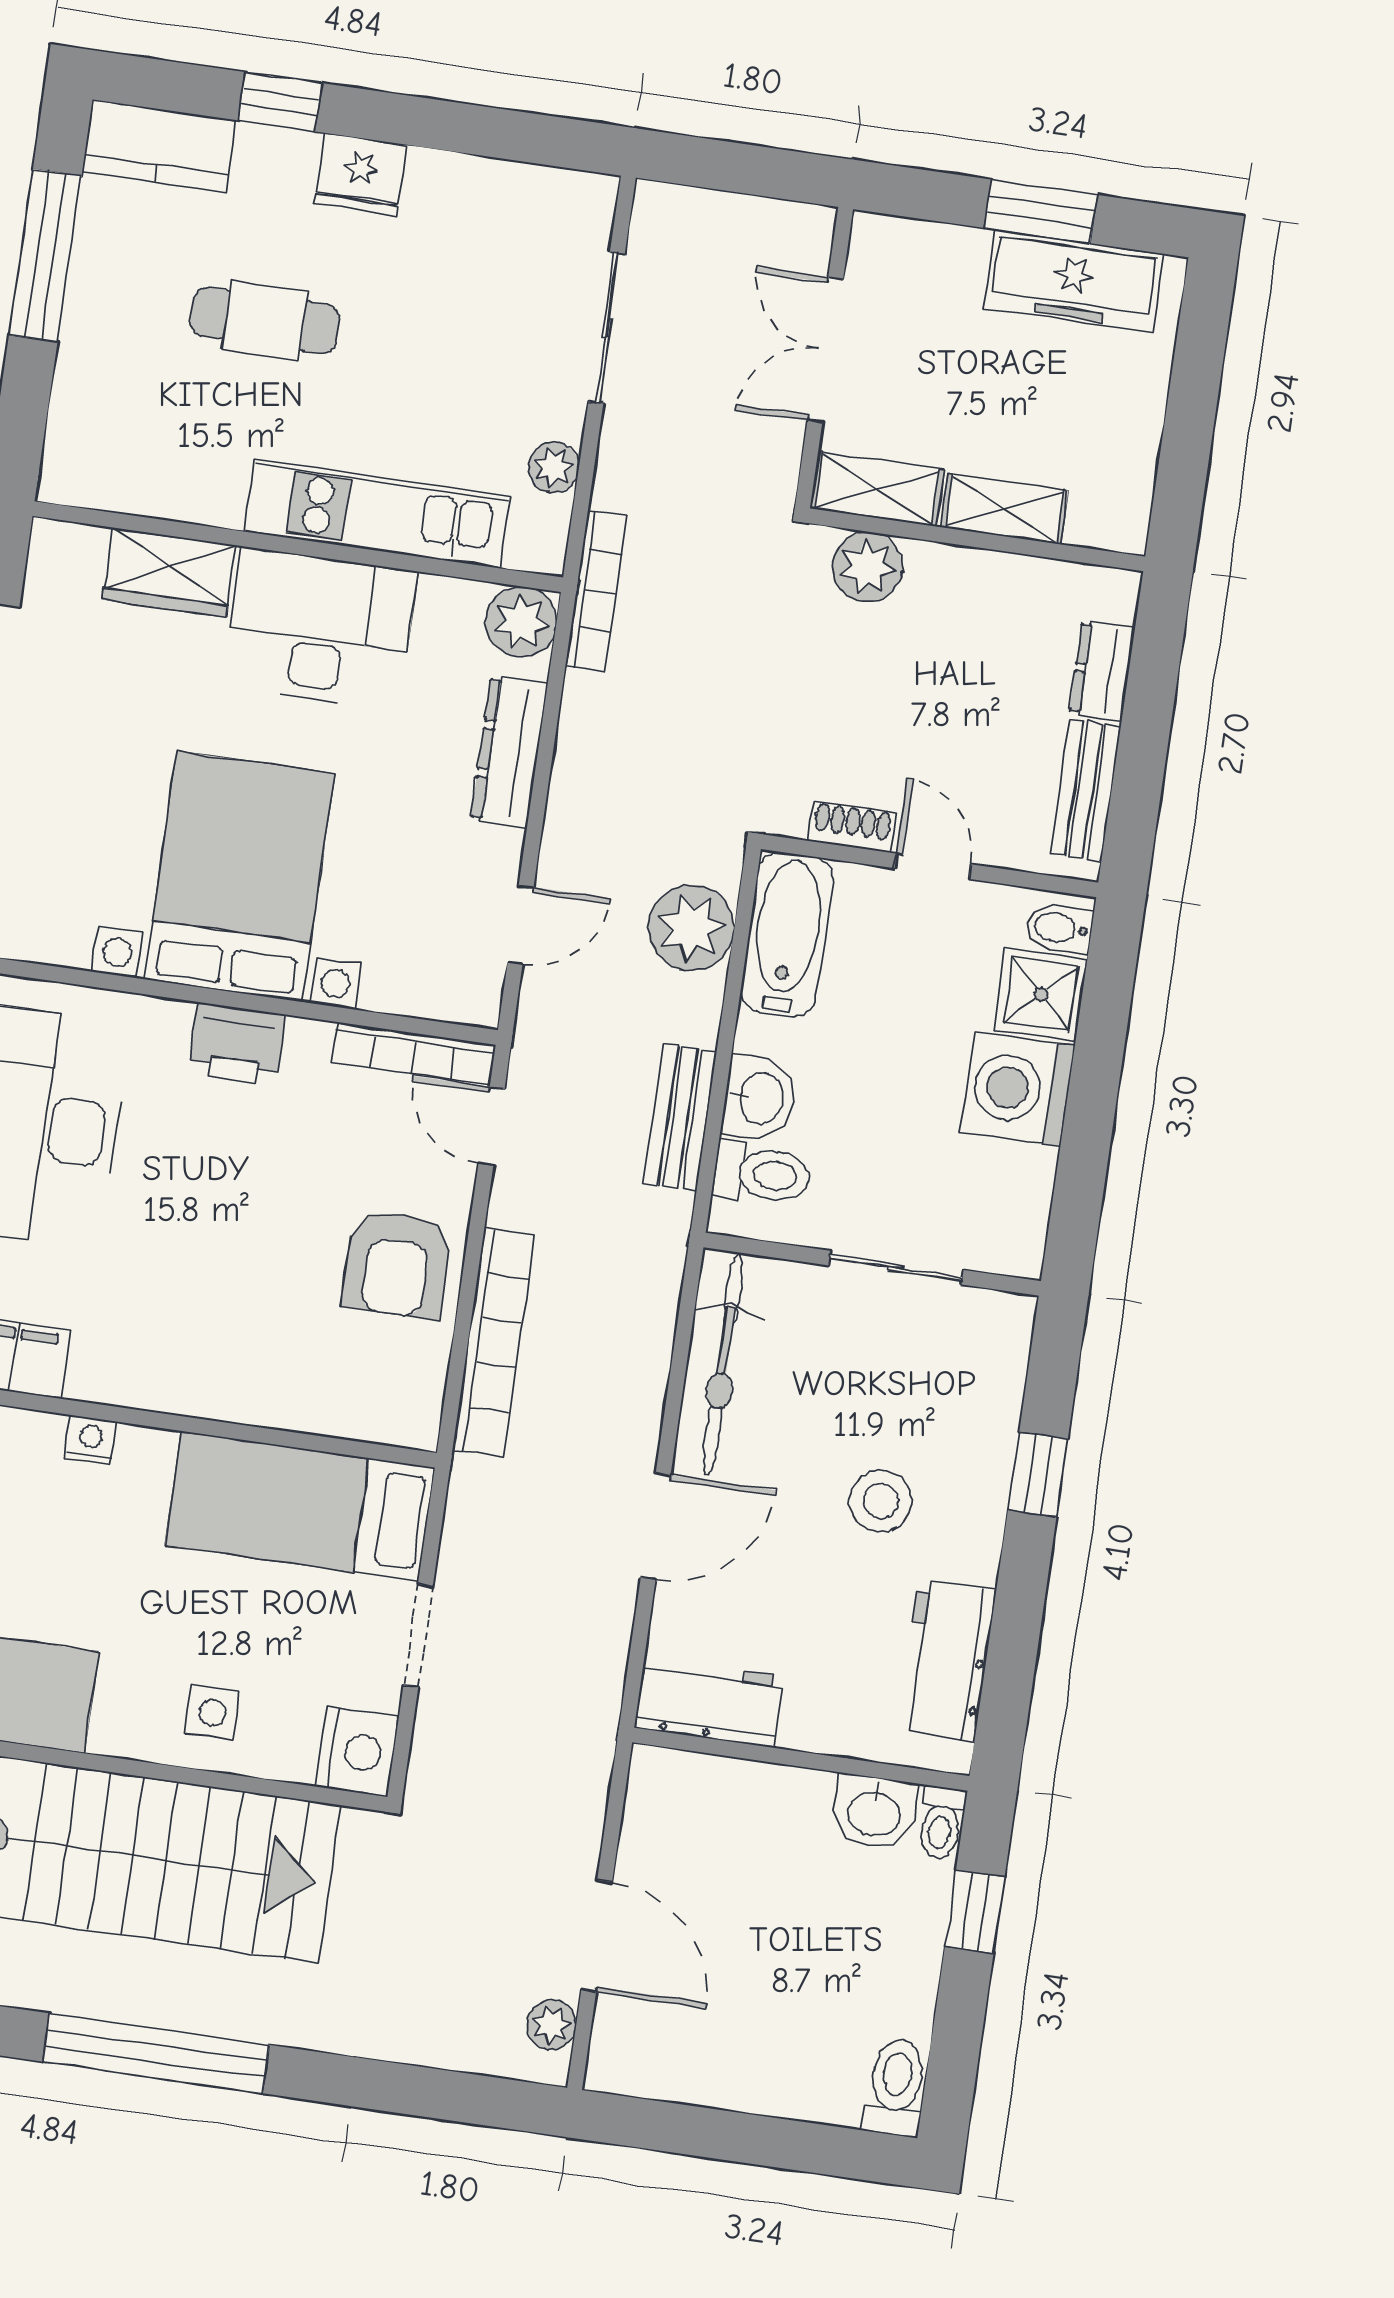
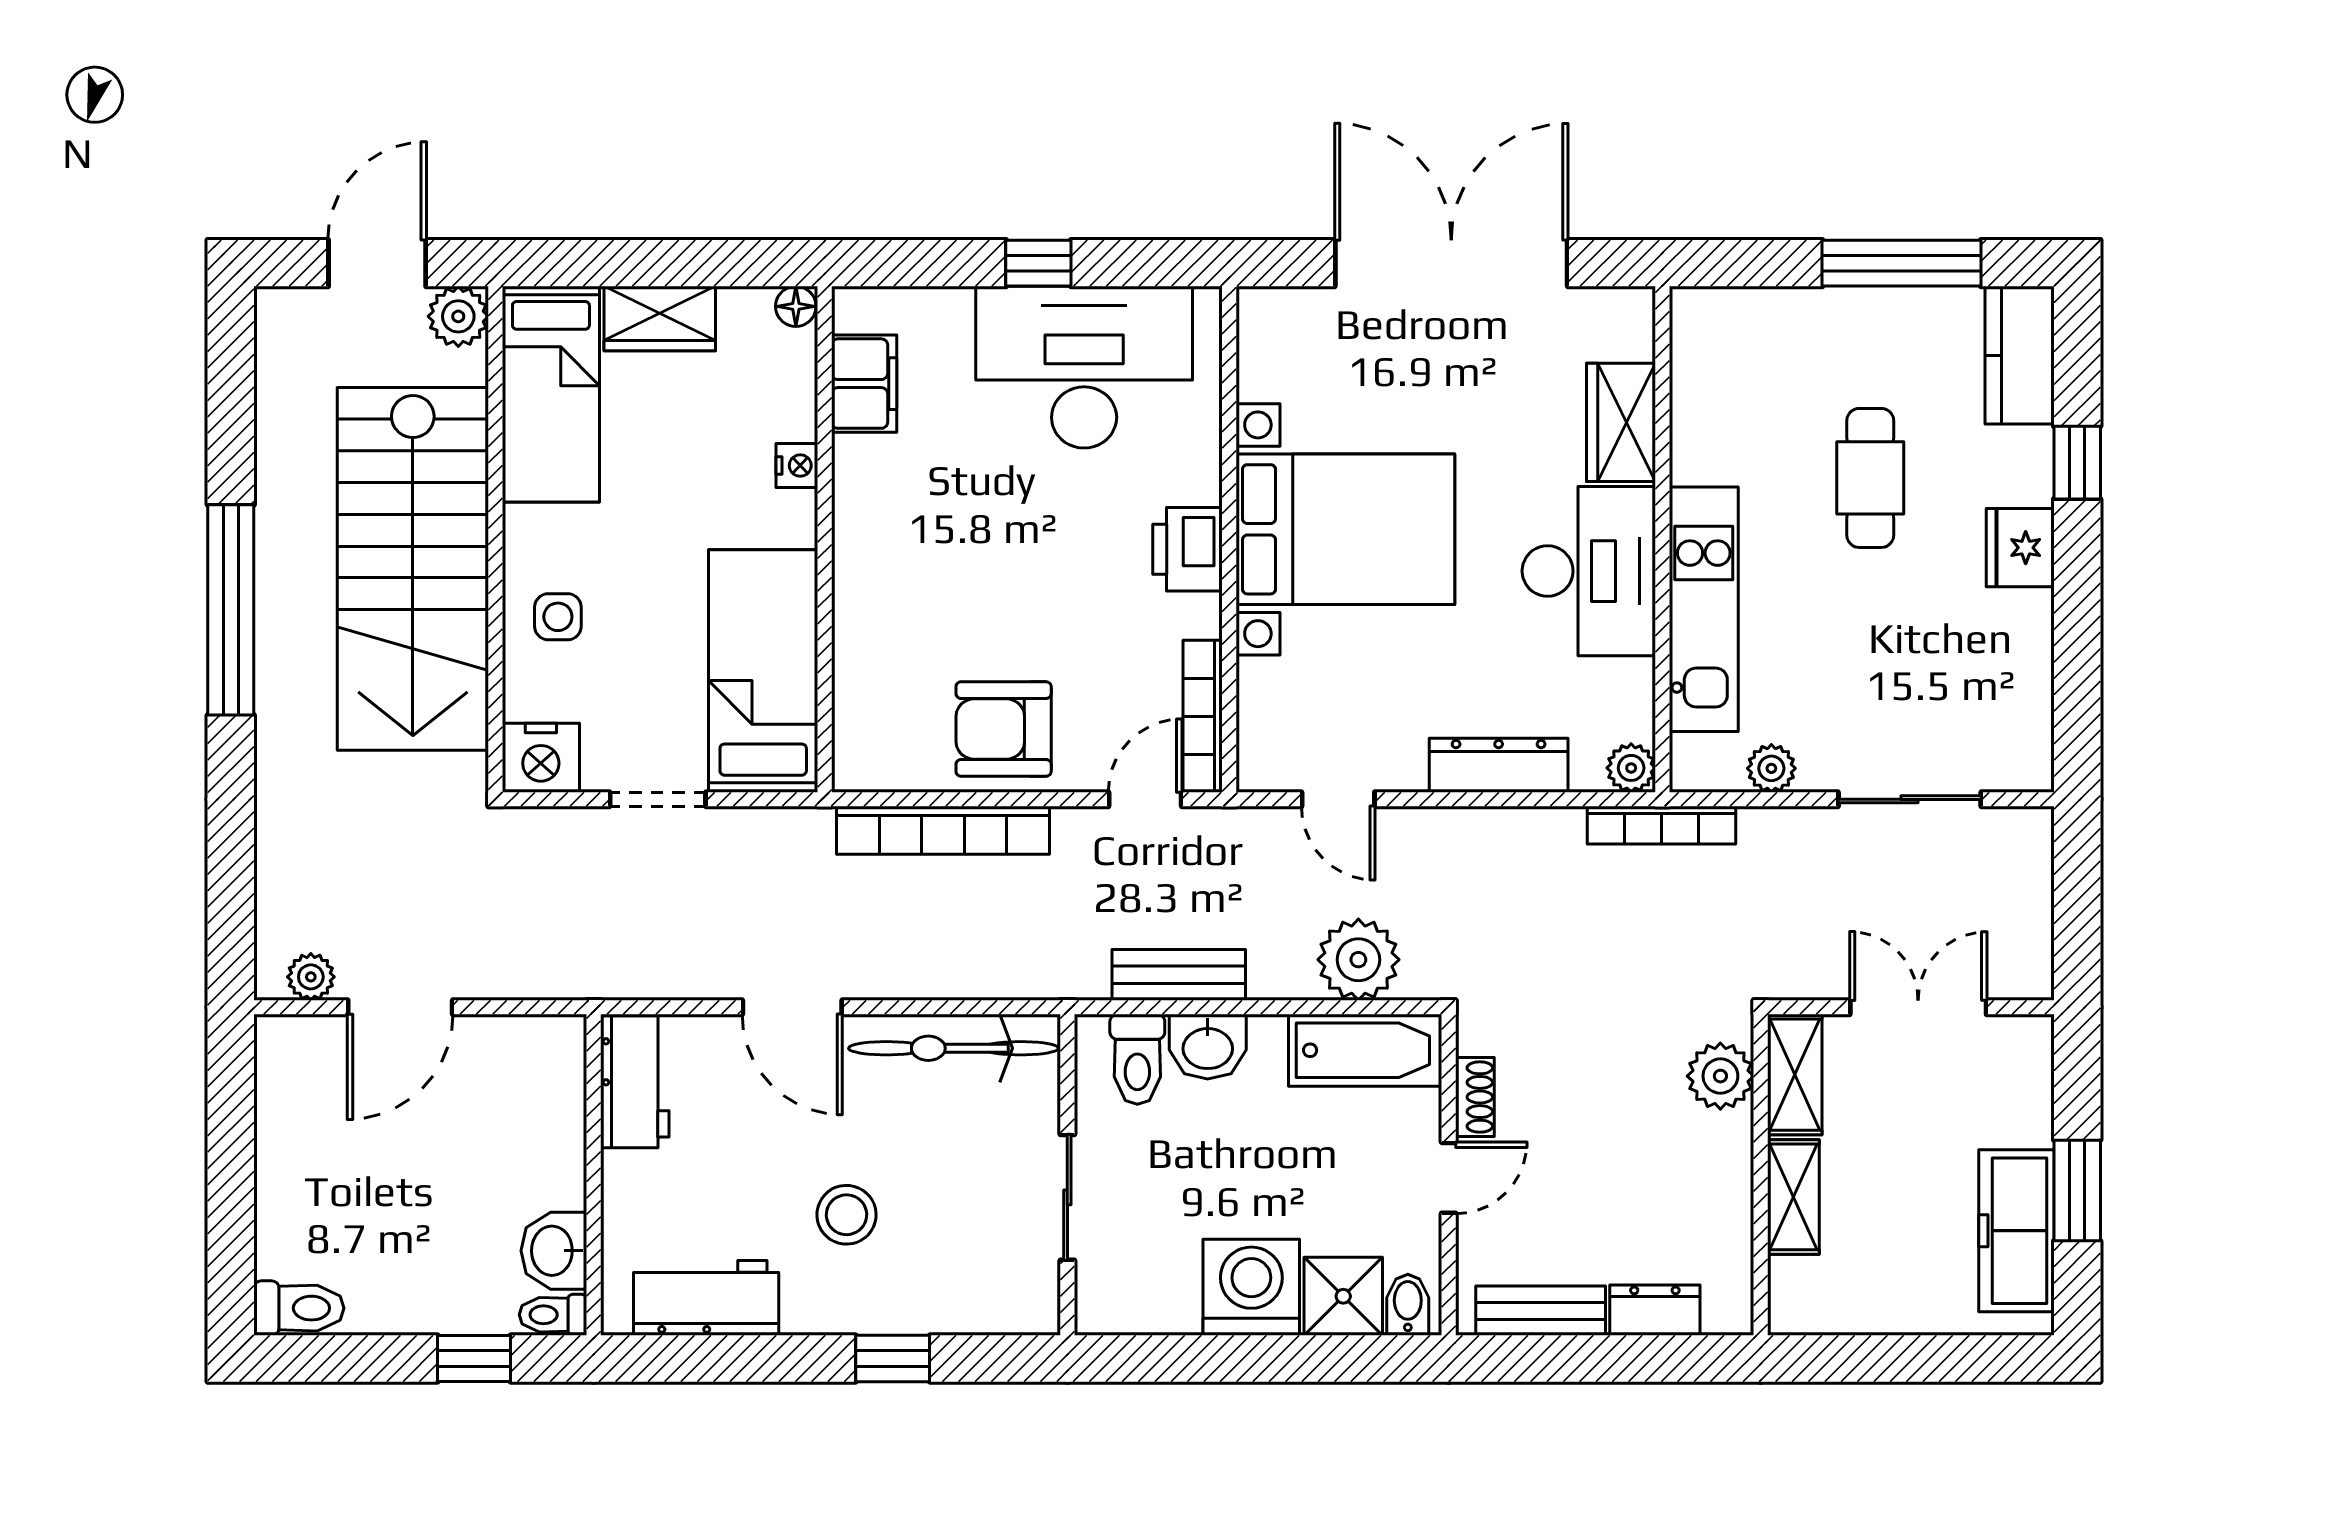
plant: (521, 622) -> (1631, 768), width x0.73, depth x0.73

